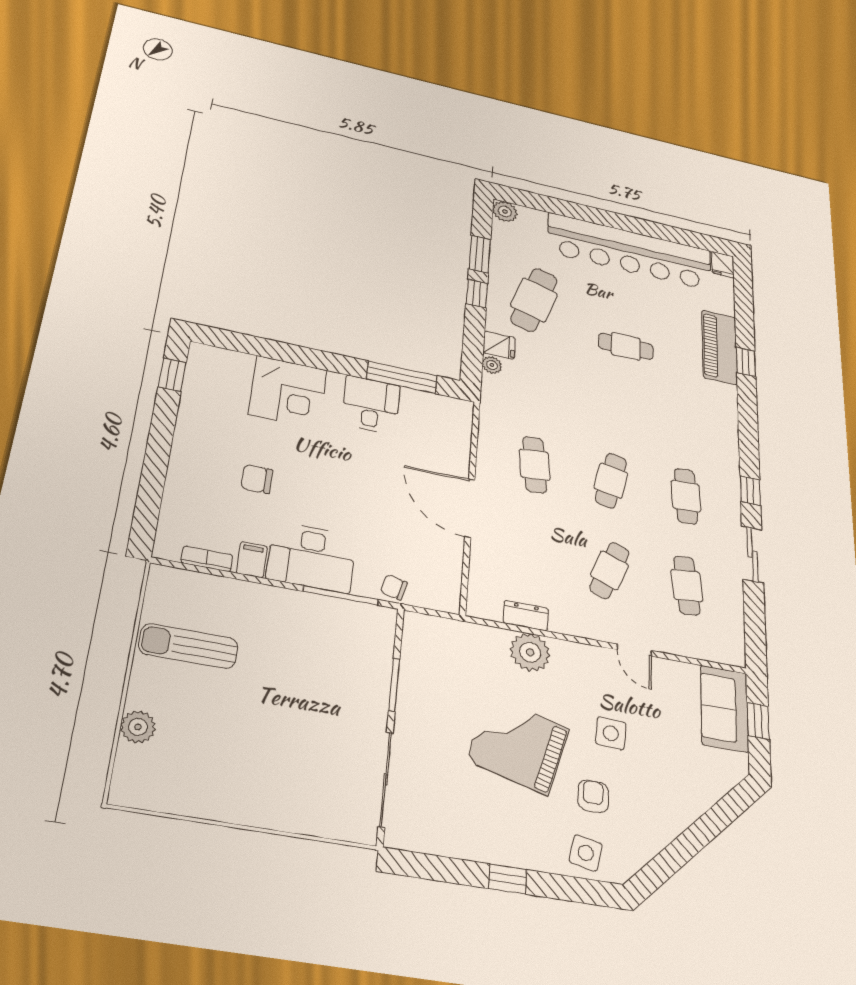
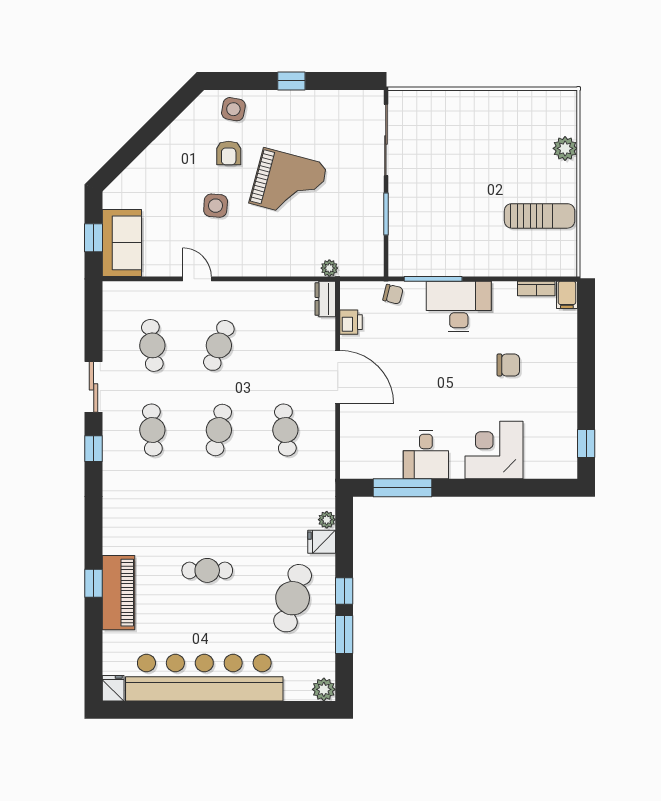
filing cabinet: (252, 560) -> (567, 295), moved
printer: (449, 565) -> (351, 322), added
dresser: (526, 616) -> (325, 299), moved, turned 90
plant: (530, 652) -> (329, 268), moved, width x0.53, depth x0.53

